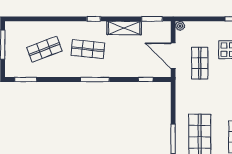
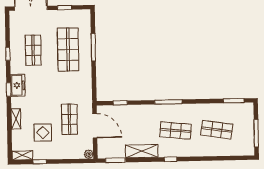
shop shelf: (44, 49) -> (217, 130), turned 30

